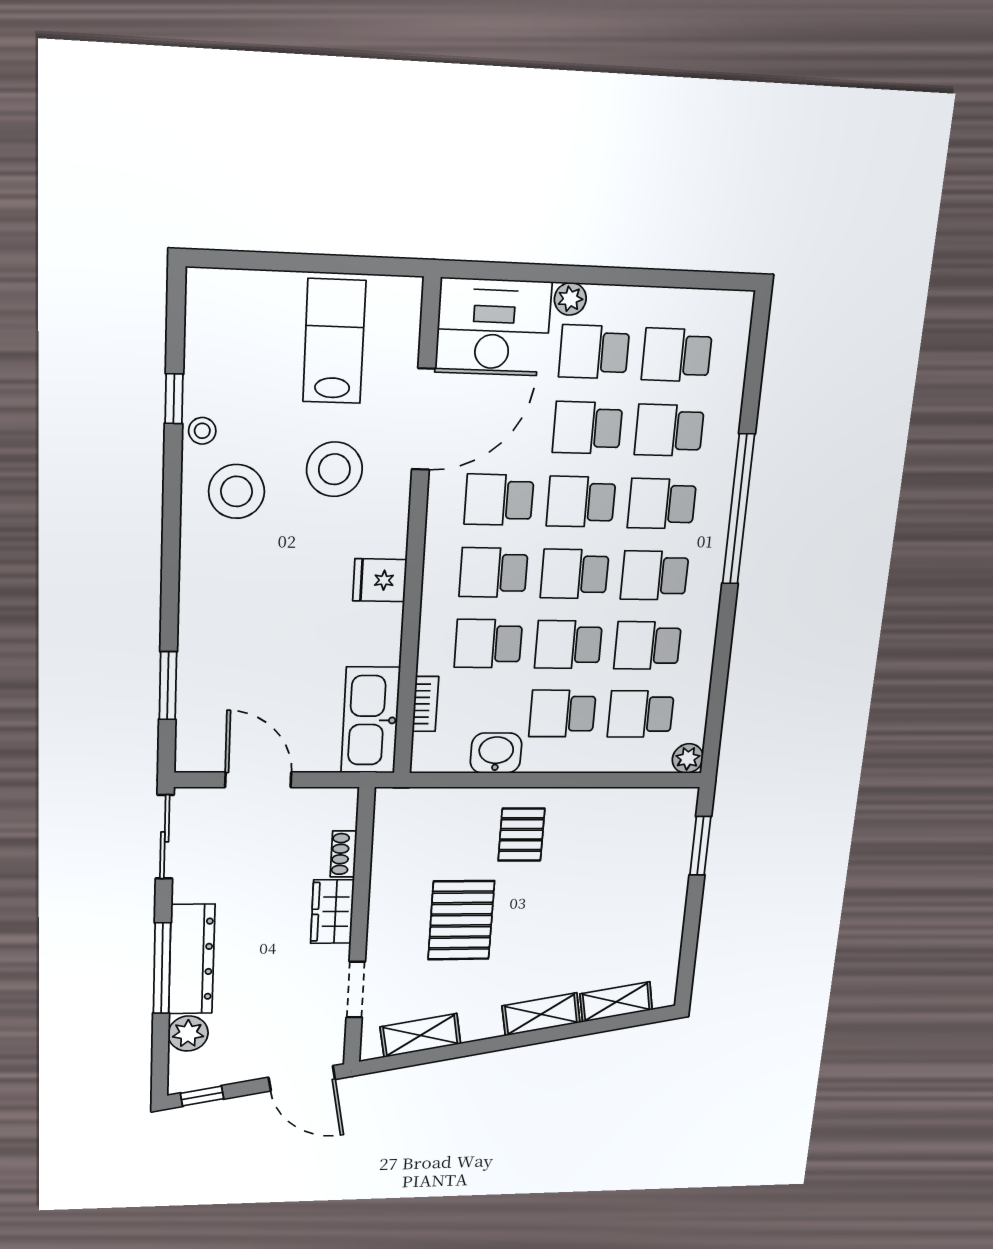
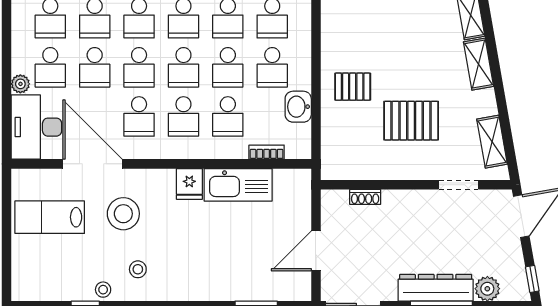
stool: (237, 491) -> (138, 269), width x0.53, depth x0.53
kitchen sink: (371, 720) -> (238, 185), moved
wardrobe: (332, 912) -> (404, 202), removed

